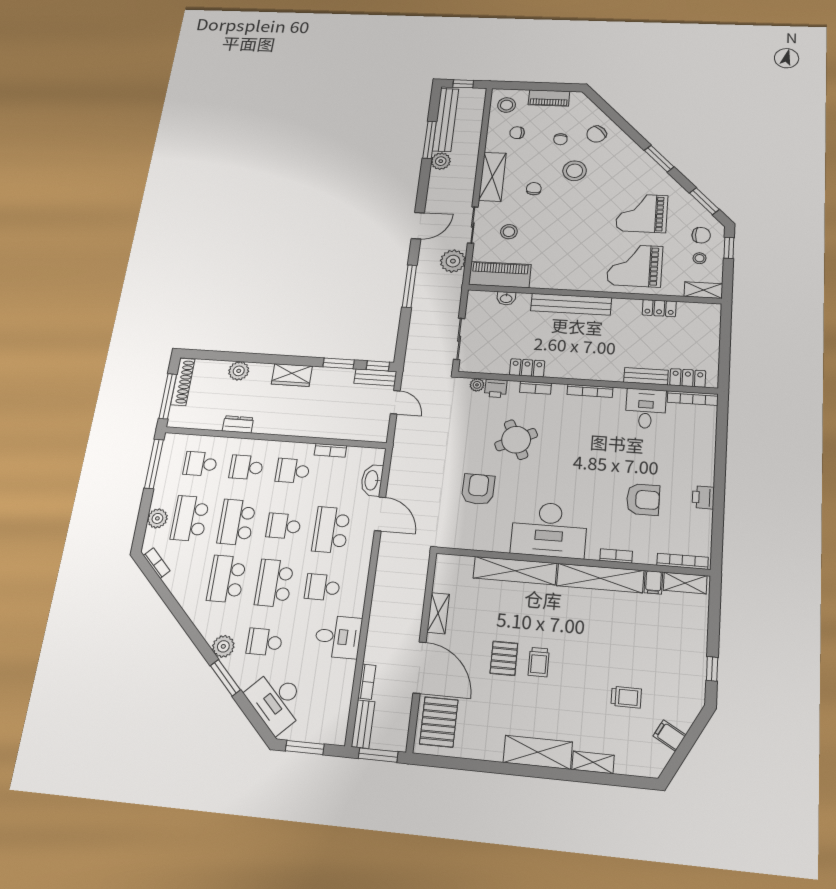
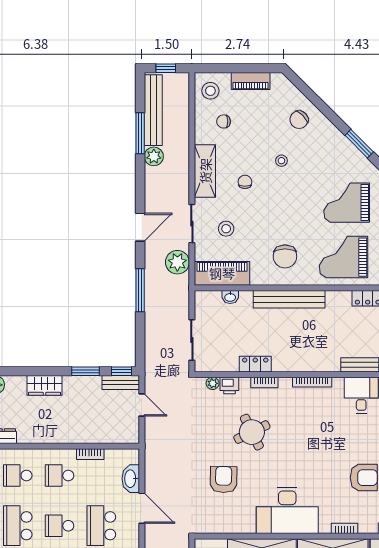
chair: (560, 139) -> (285, 256), moved, width x1.87, depth x1.87
stool: (575, 171) -> (281, 161), width x0.53, depth x0.53

